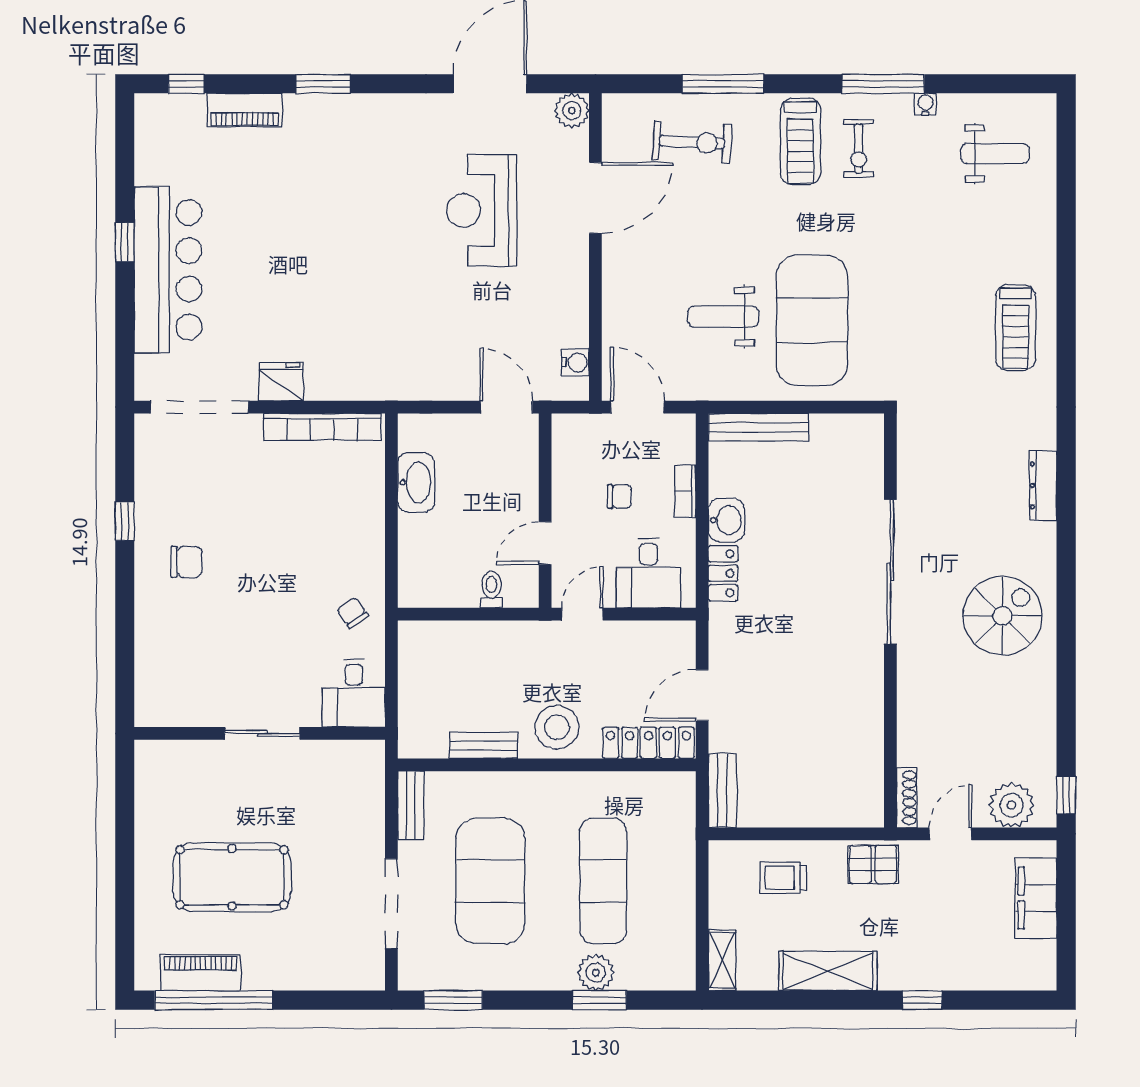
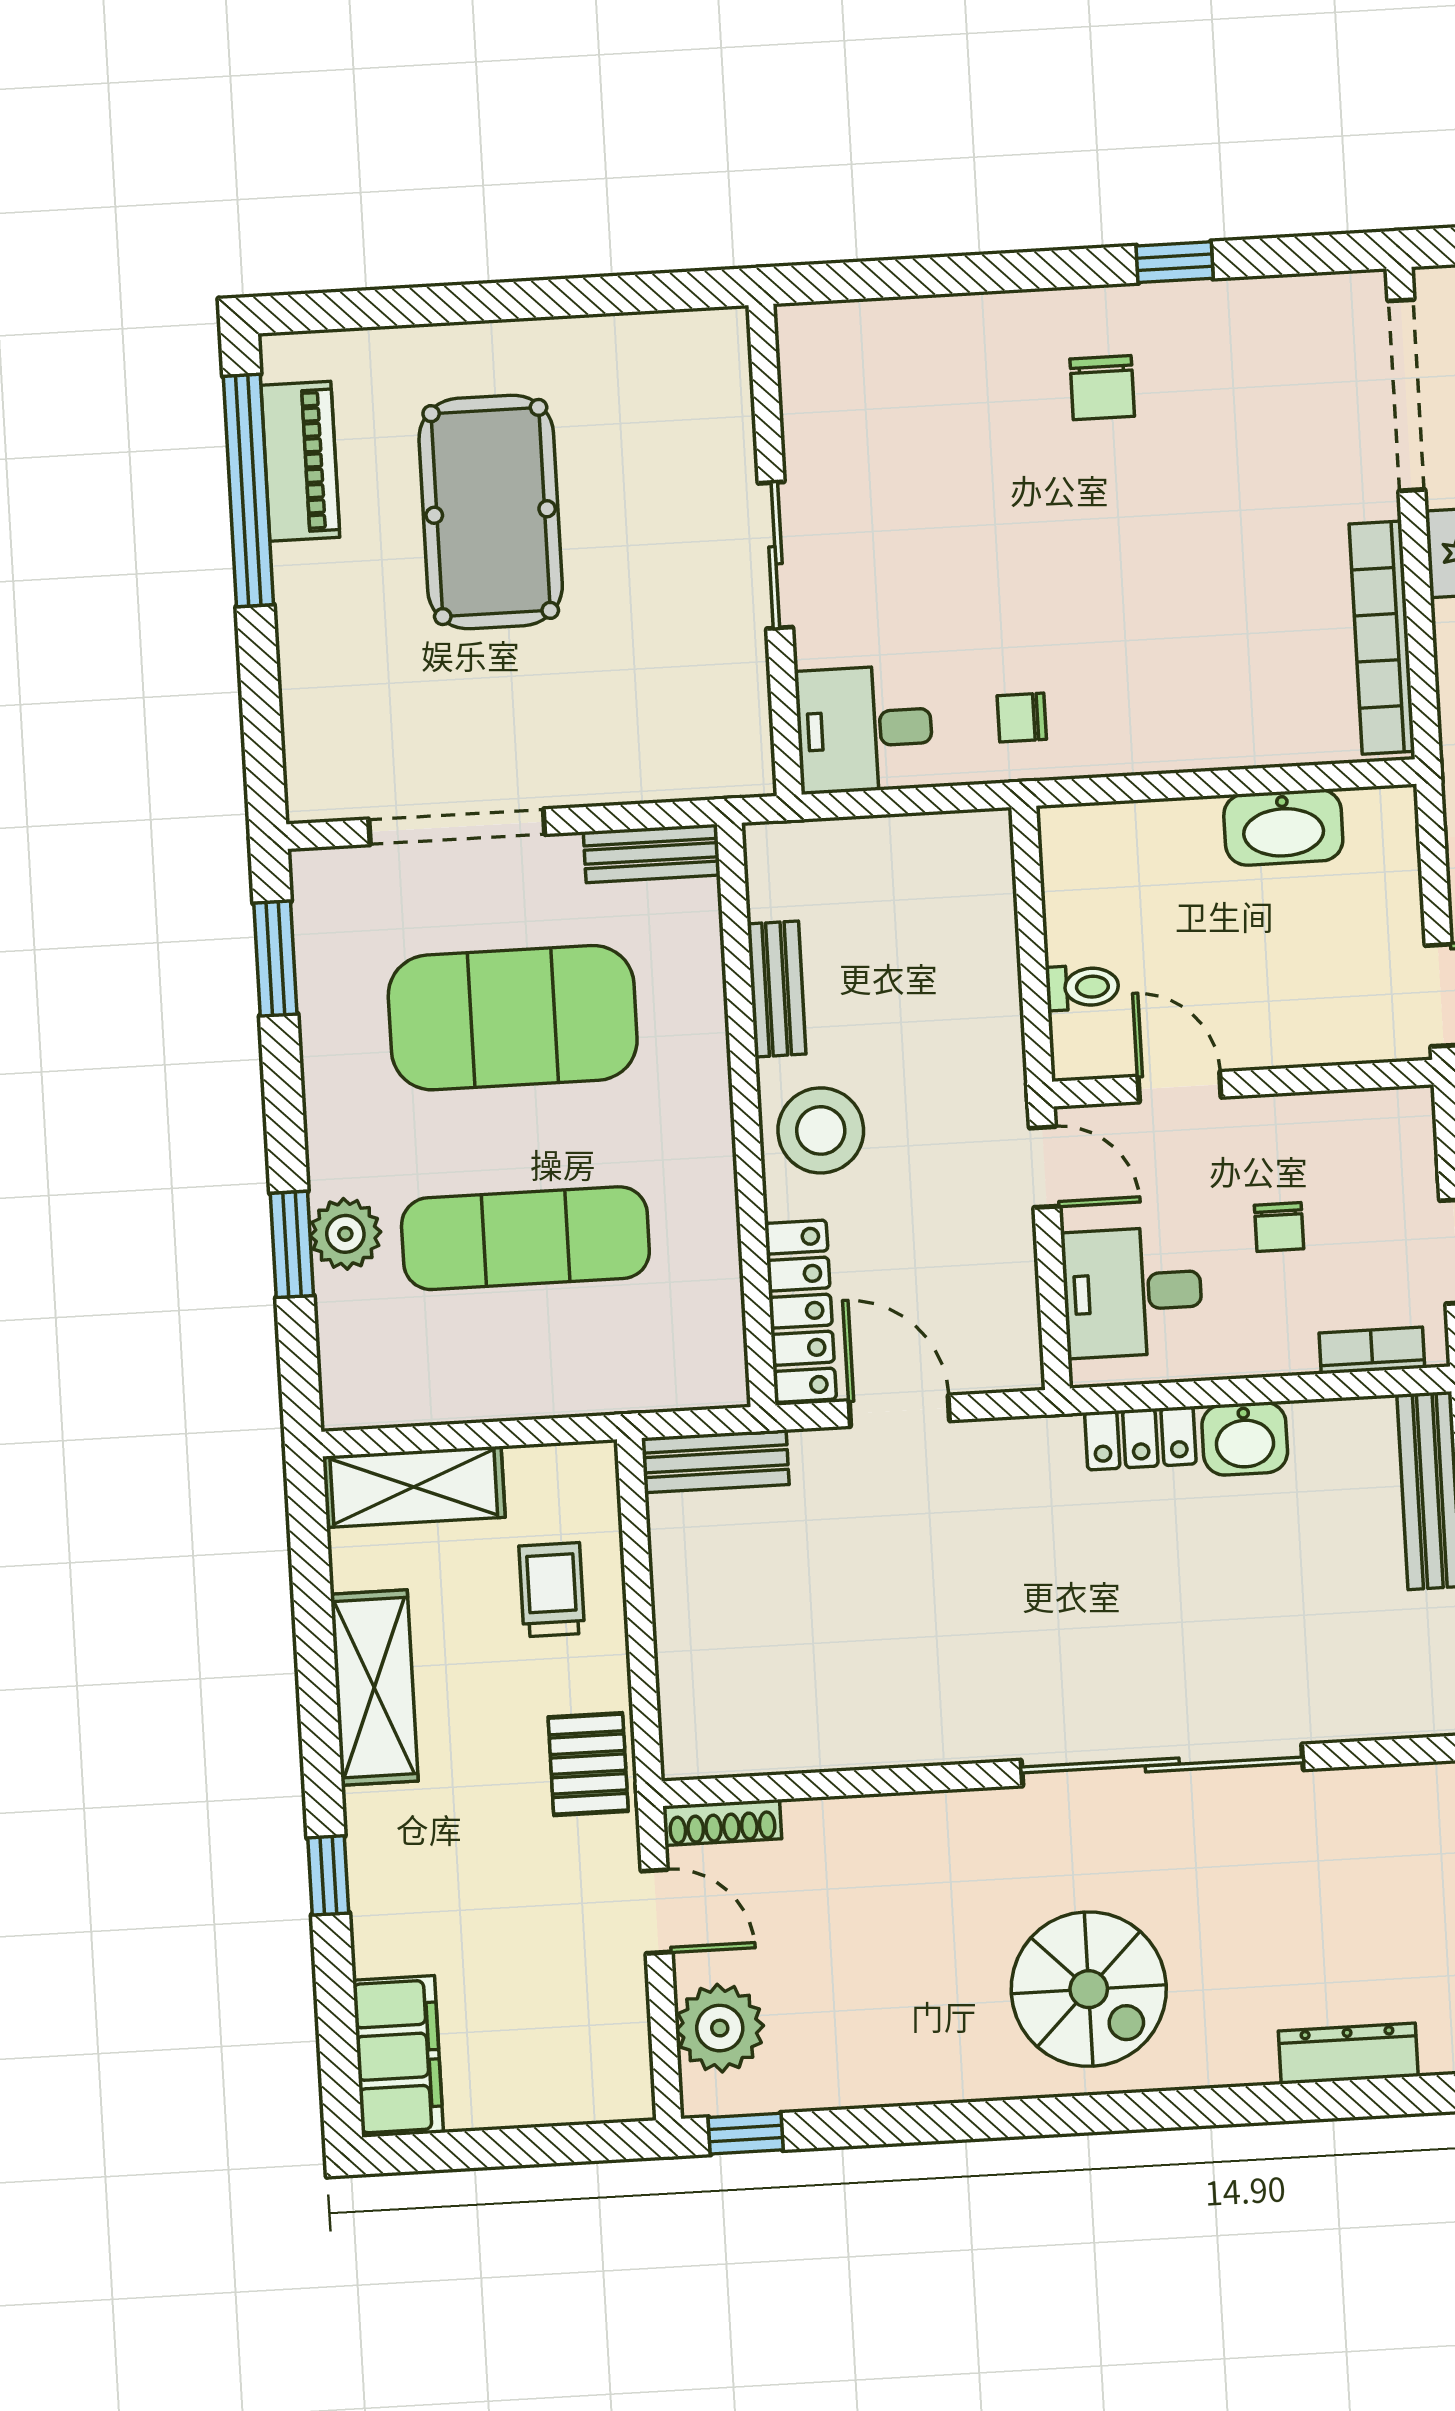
bookcase: (685, 491) -> (1372, 1350), moved
chair: (352, 613) -> (1022, 718), turned -144
filing cabinet: (1036, 898) -> (398, 2056), moved, turned 90
shelving: (722, 960) -> (414, 1487), width x1.50, depth x1.33

